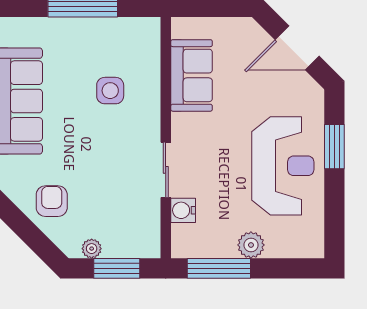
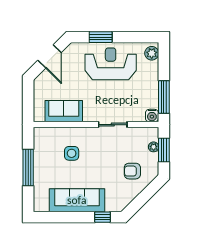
armchair: (52, 201) -> (132, 171), moved
water cooler: (183, 210) -> (152, 116), moved
plant: (251, 245) -> (152, 53), moved
plant: (92, 249) -> (154, 147), moved

